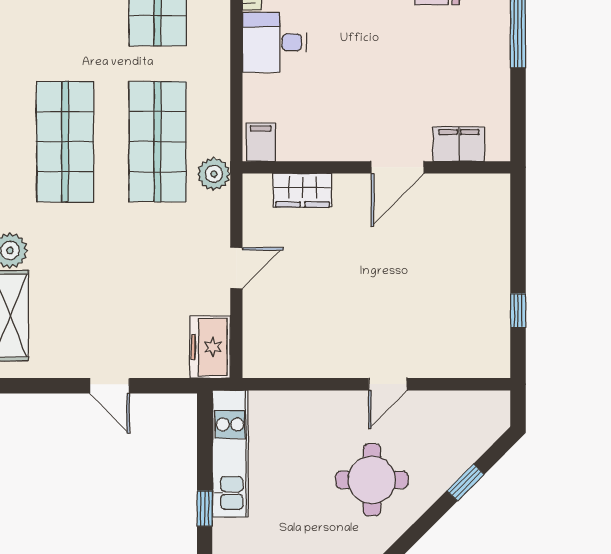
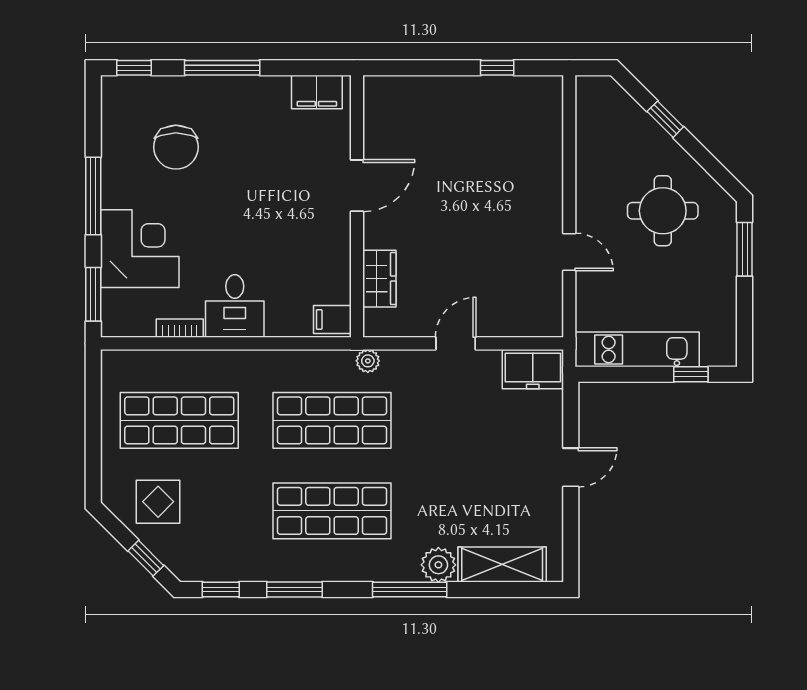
filing cabinet: (459, 144) -> (317, 92), moved, turned -90
door: (398, 167) -> (357, 186), hinge flipped
plant: (214, 174) -> (368, 361), width x0.73, depth x0.73
door: (236, 268) -> (456, 343), hinge flipped
door: (388, 384) -> (569, 252), moved

